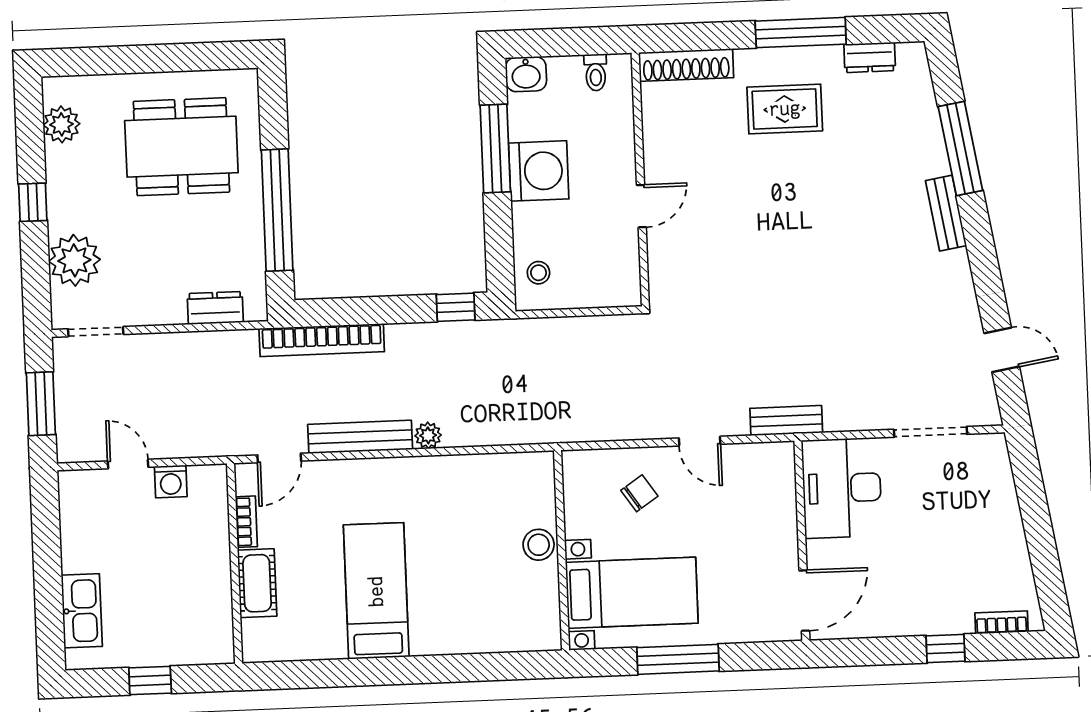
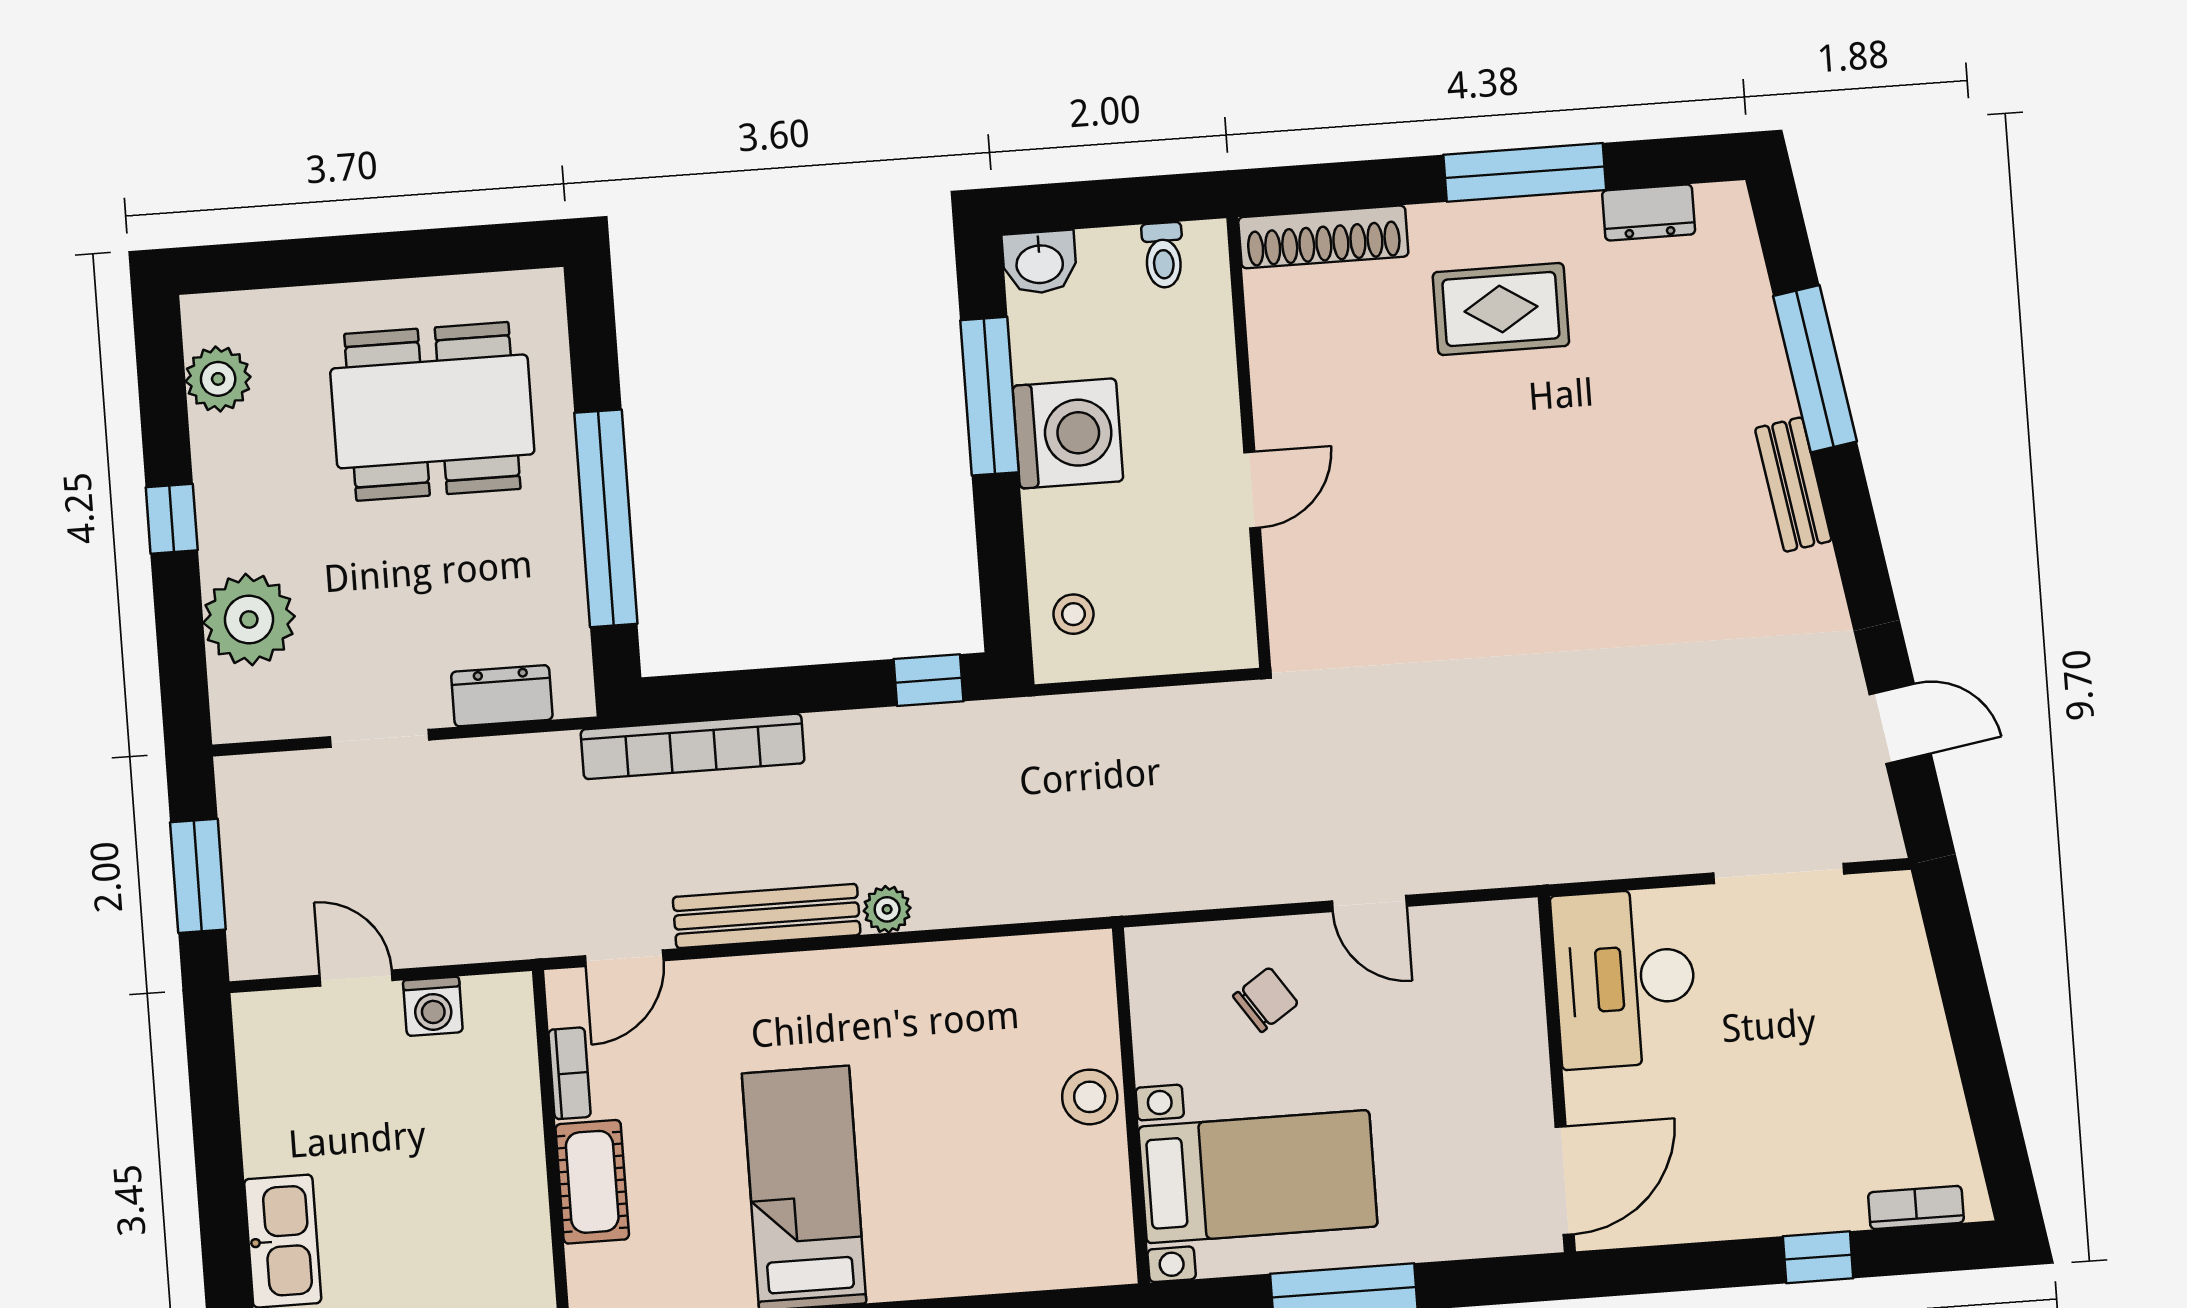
doorway: (96, 332) -> (379, 738), moved
bench: (786, 421) -> (1522, 862), removed

